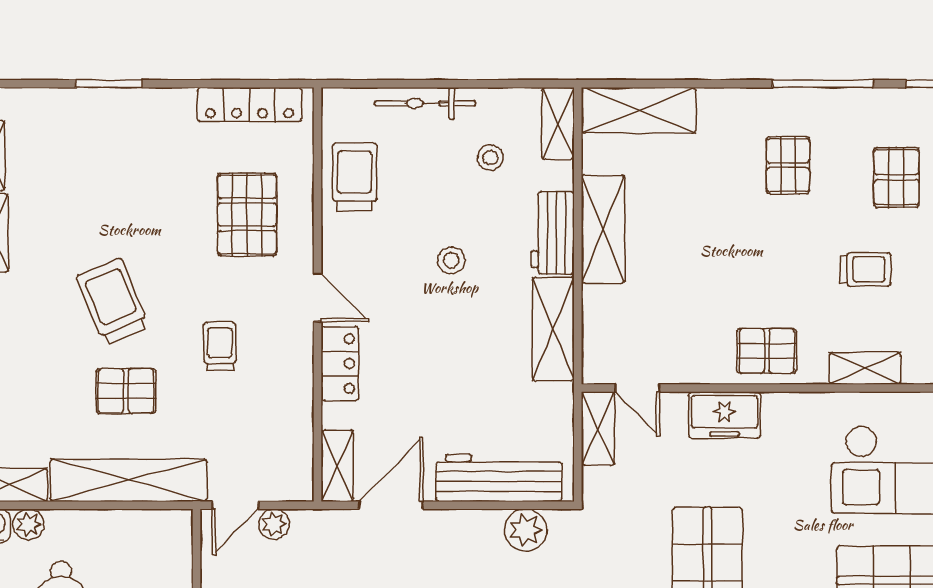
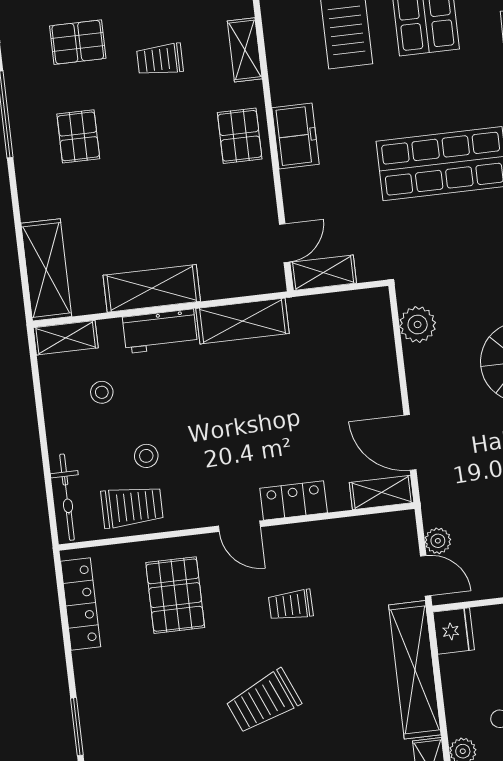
bicycle: (425, 103) -> (67, 497), moved
pallet: (788, 165) -> (78, 136), turned 90
trolley: (355, 177) -> (132, 507), turned 180
pallet: (247, 215) -> (175, 595), turned 90
stool: (451, 260) -> (146, 456), moved
trolley: (865, 269) -> (160, 60), turned -90
door: (317, 298) -> (239, 526), swing flipped
pallet: (126, 391) -> (339, 681), removed
freezer: (724, 415) -> (295, 136), moved
workbench: (499, 478) -> (376, 353), removed
fridge: (168, 530) -> (454, 631), added

